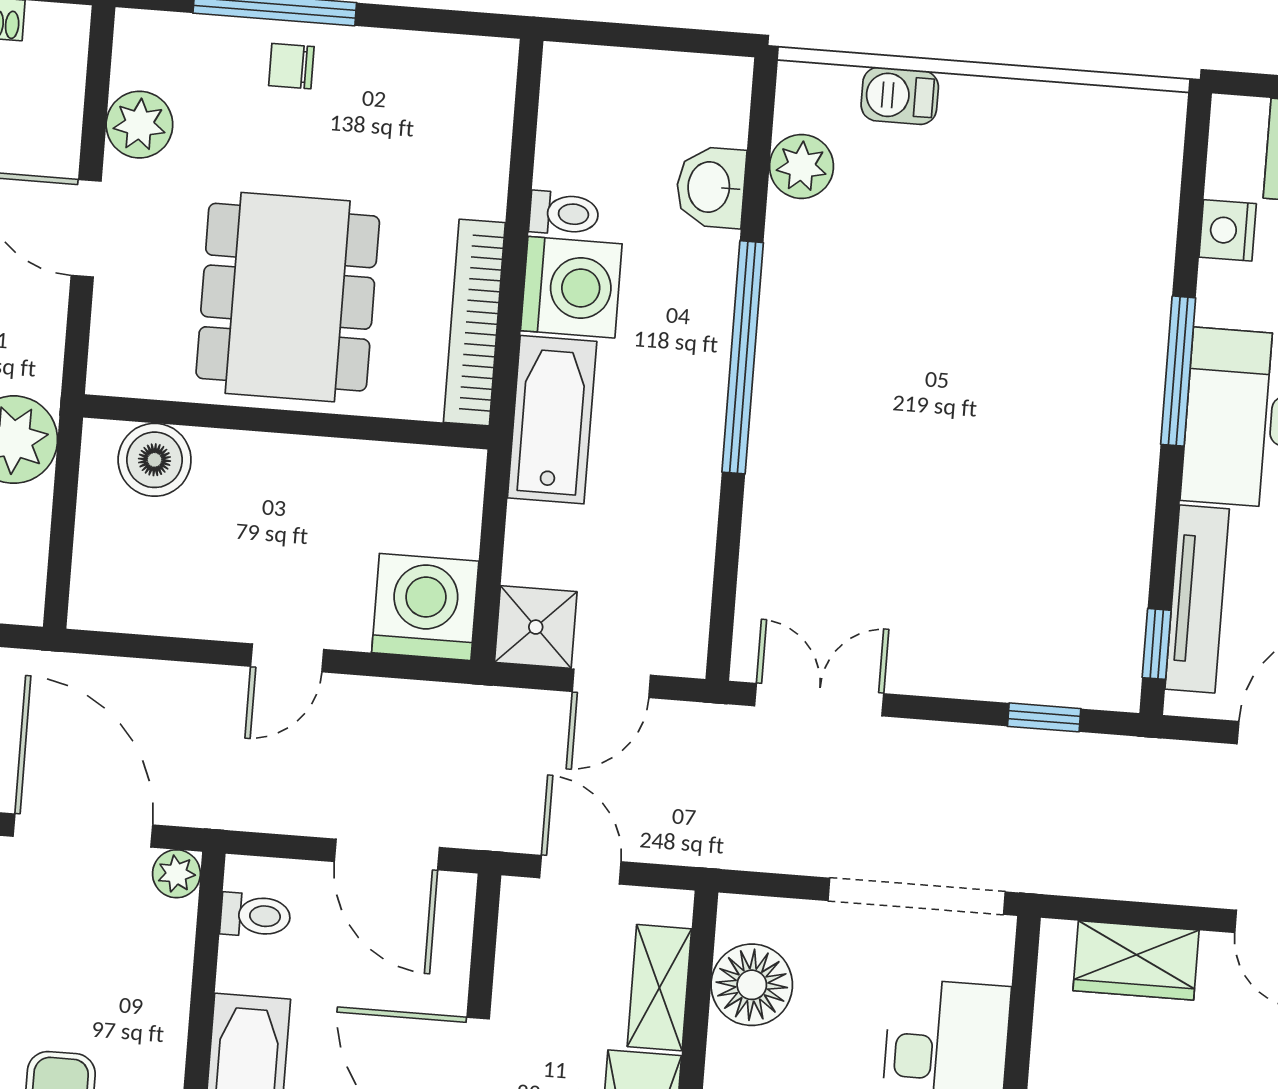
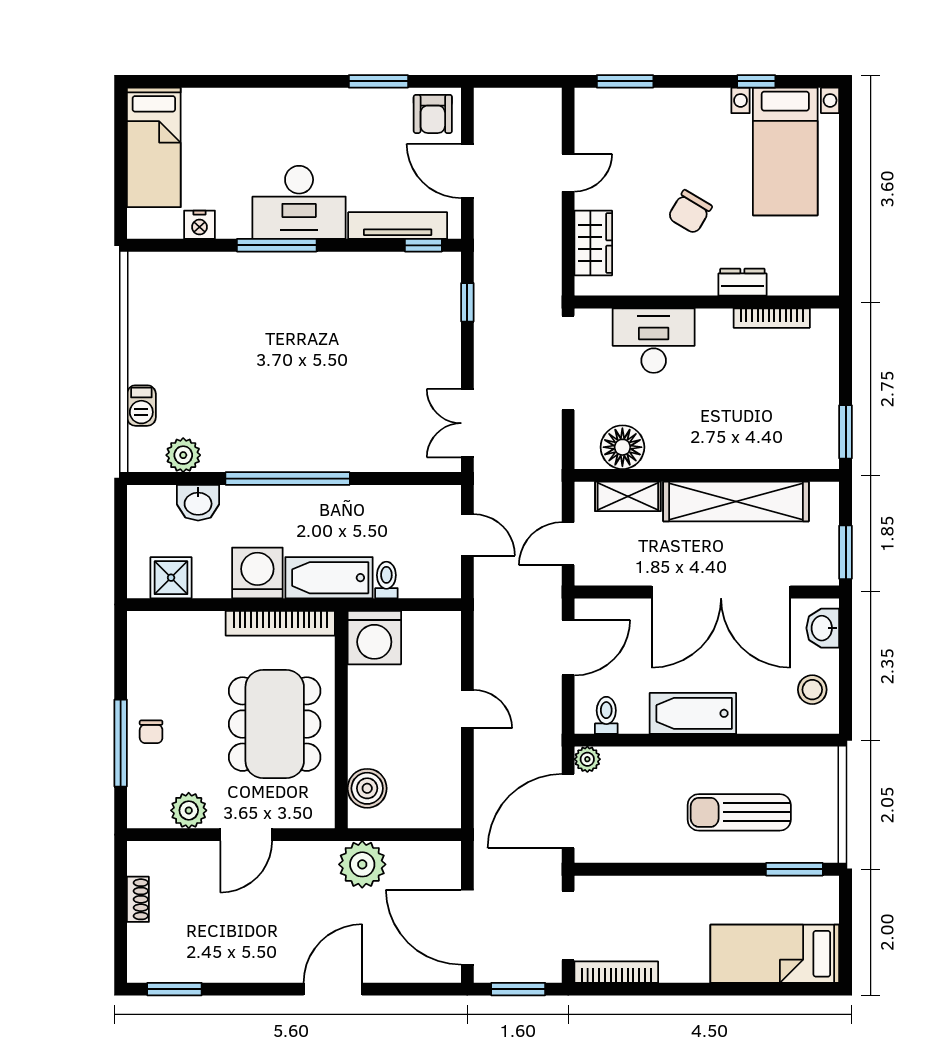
toilet: (564, 213) -> (386, 580), moved
dining table: (288, 297) -> (275, 724), turned 90
washing machine: (425, 607) -> (374, 638), moved, turned -90
shower: (536, 627) -> (171, 578), moved

